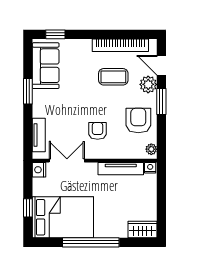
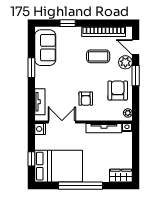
window: (55, 34) -> (68, 23), moved
armchair: (98, 131) -> (86, 99), turned 180

